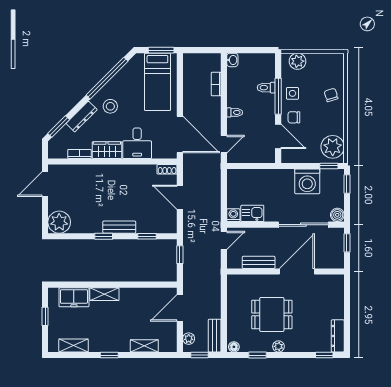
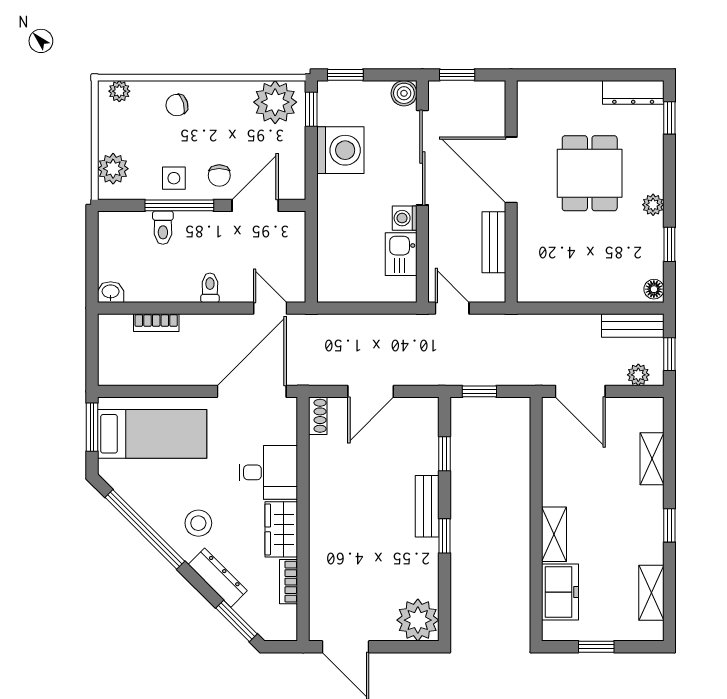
plant: (338, 65) -> (119, 91), added
washing machine: (233, 215) -> (405, 218), moved
dining table: (272, 314) -> (590, 173), moved

